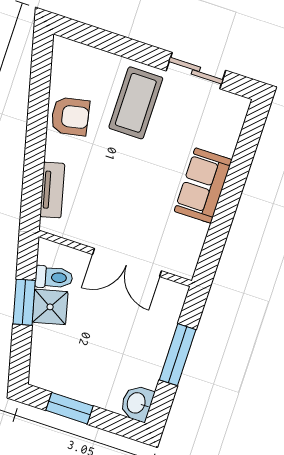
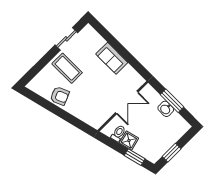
armchair: (70, 116) -> (60, 96), turned 78
tv unit: (52, 190) -> (84, 117), removed
window: (24, 302) -> (135, 157), moved
washbasin: (137, 403) -> (166, 109), moved

